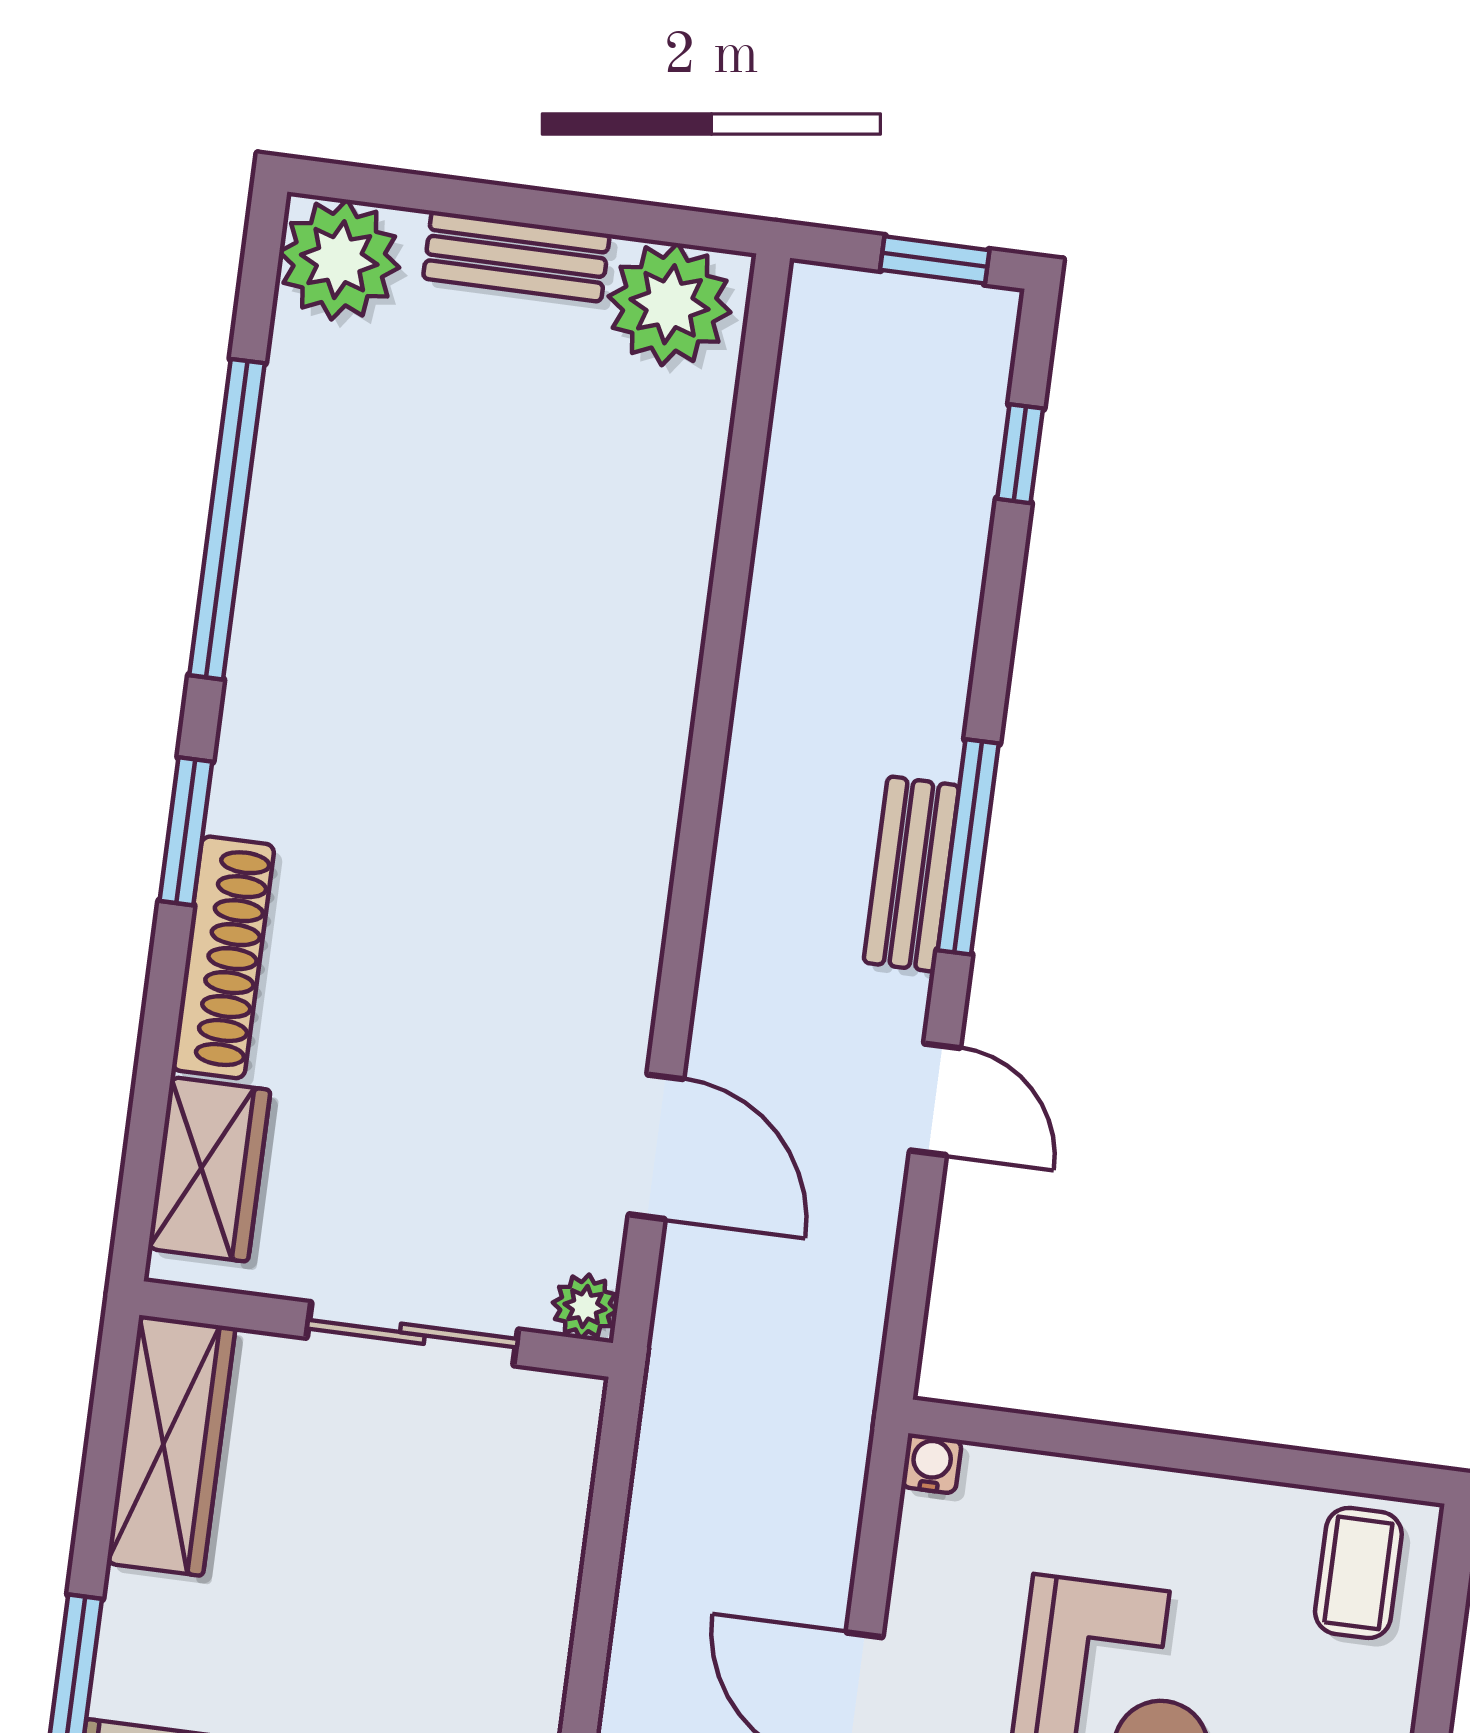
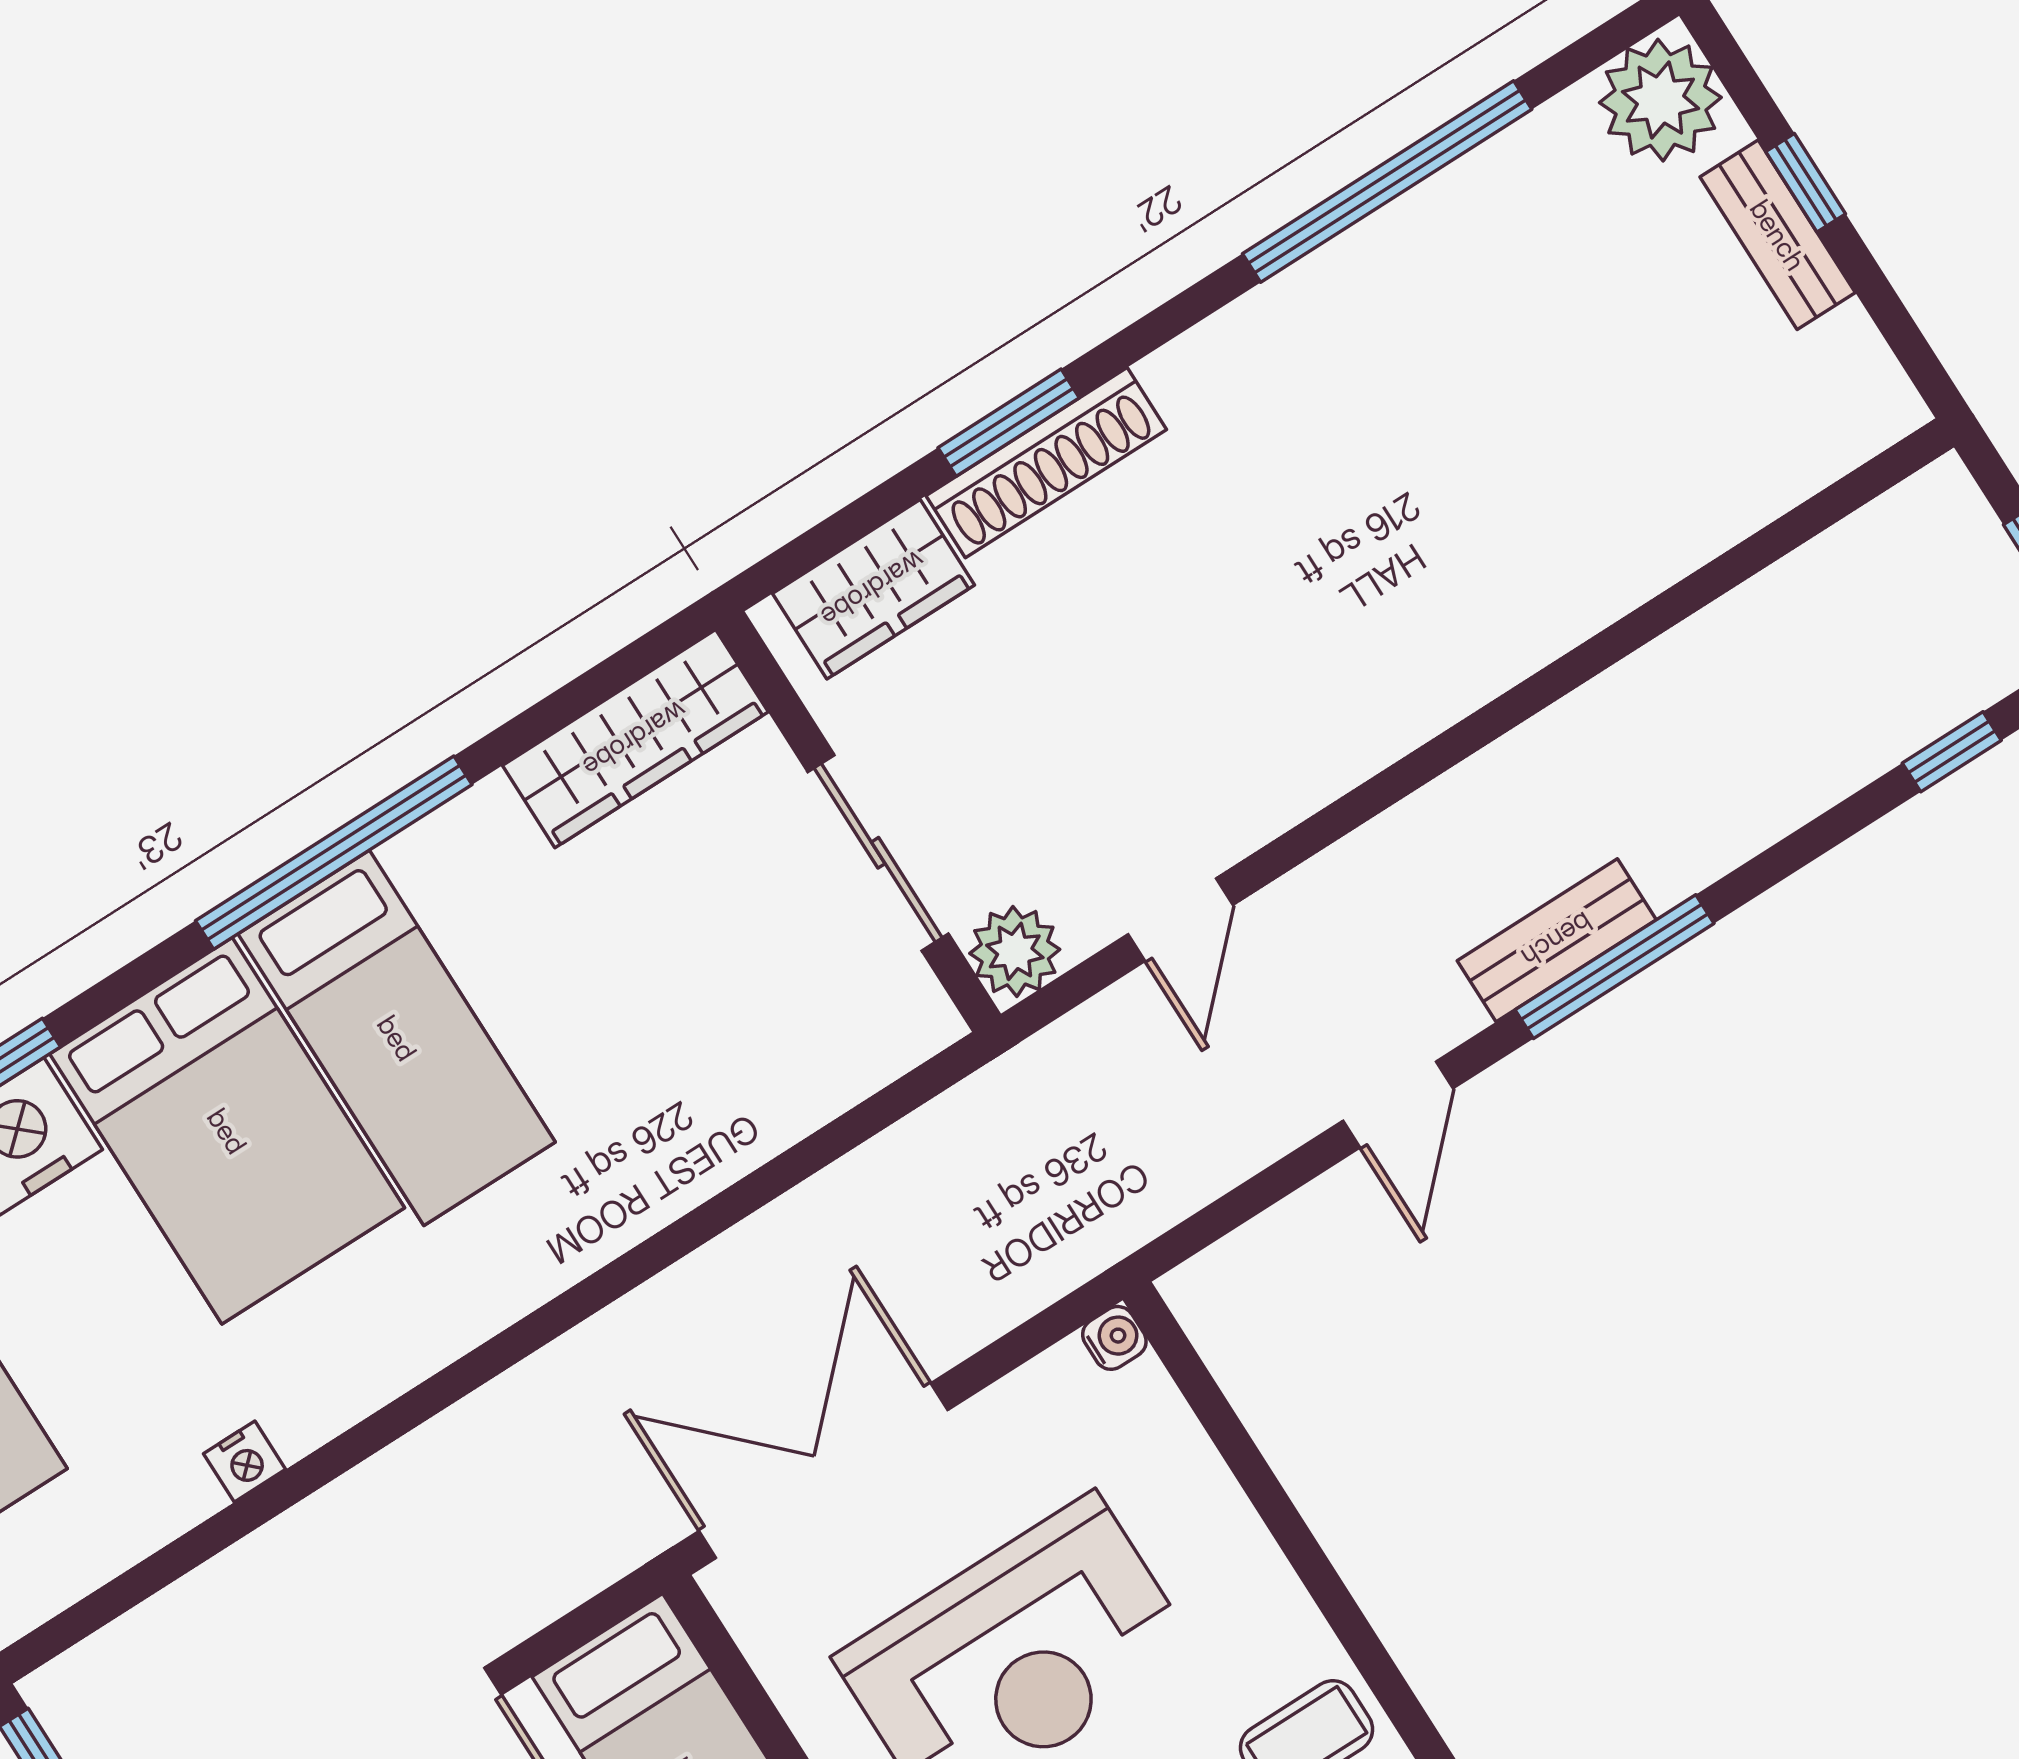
window: (495, 202) -> (1806, 183), added
plant: (670, 304) -> (1840, 384), removed
window: (186, 831) -> (1009, 423), moved
door: (656, 1147) -> (1181, 920), width x0.73
plant: (585, 1307) -> (1015, 951), width x1.38, depth x1.38

